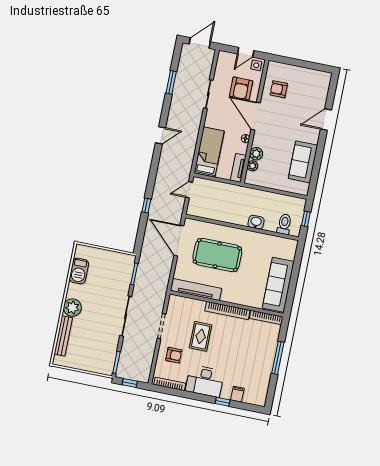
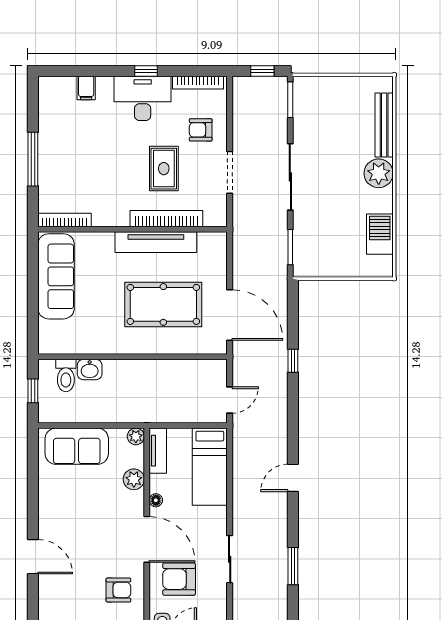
armchair: (241, 88) -> (179, 579), turned -90
door: (326, 120) -> (33, 557), hinge flipped
sofa: (303, 162) -> (77, 446), moved, turned 90
plant: (252, 166) -> (136, 436), moved
washbasin: (256, 222) -> (90, 370), moved
tv unit: (196, 290) -> (156, 242), moved
bookcase: (227, 311) -> (166, 219), moved
window: (223, 402) -> (146, 71), moved

